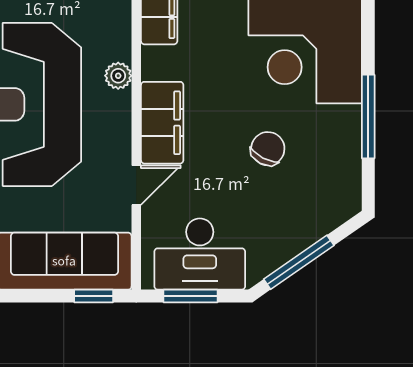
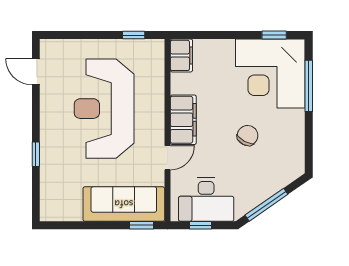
plant: (118, 76) -> (156, 91), removed
window: (368, 117) -> (309, 86), moved
window: (191, 296) -> (201, 225), width x0.67

